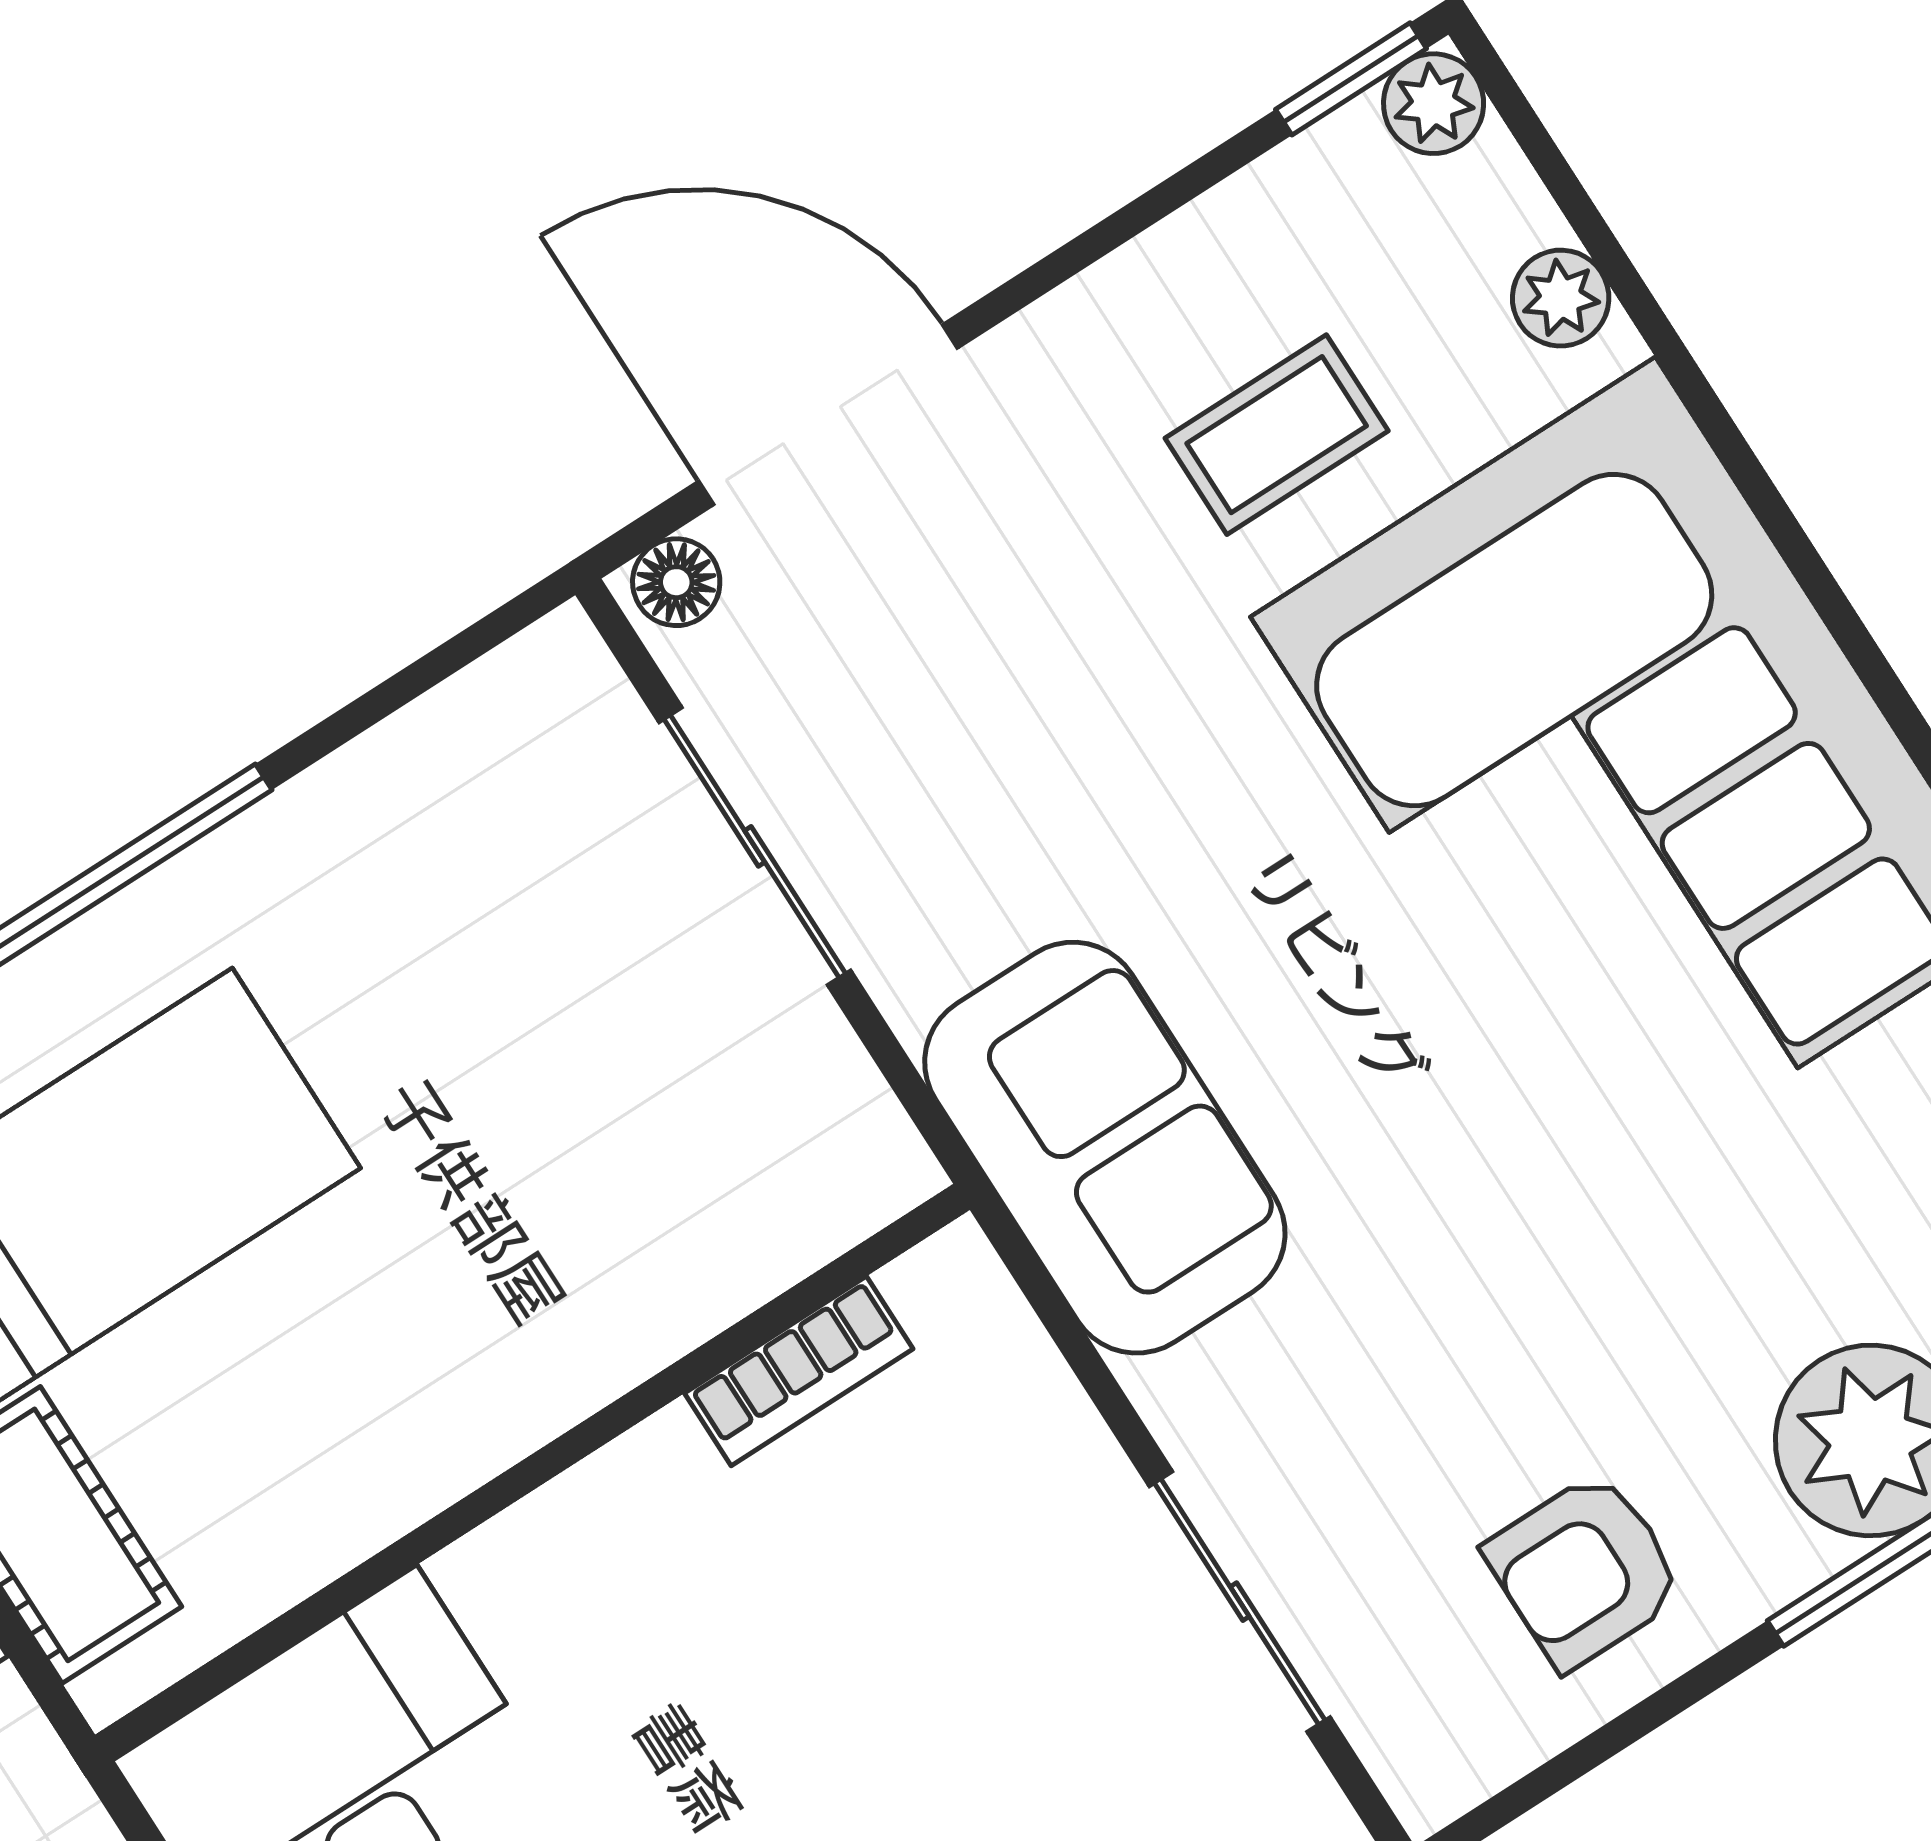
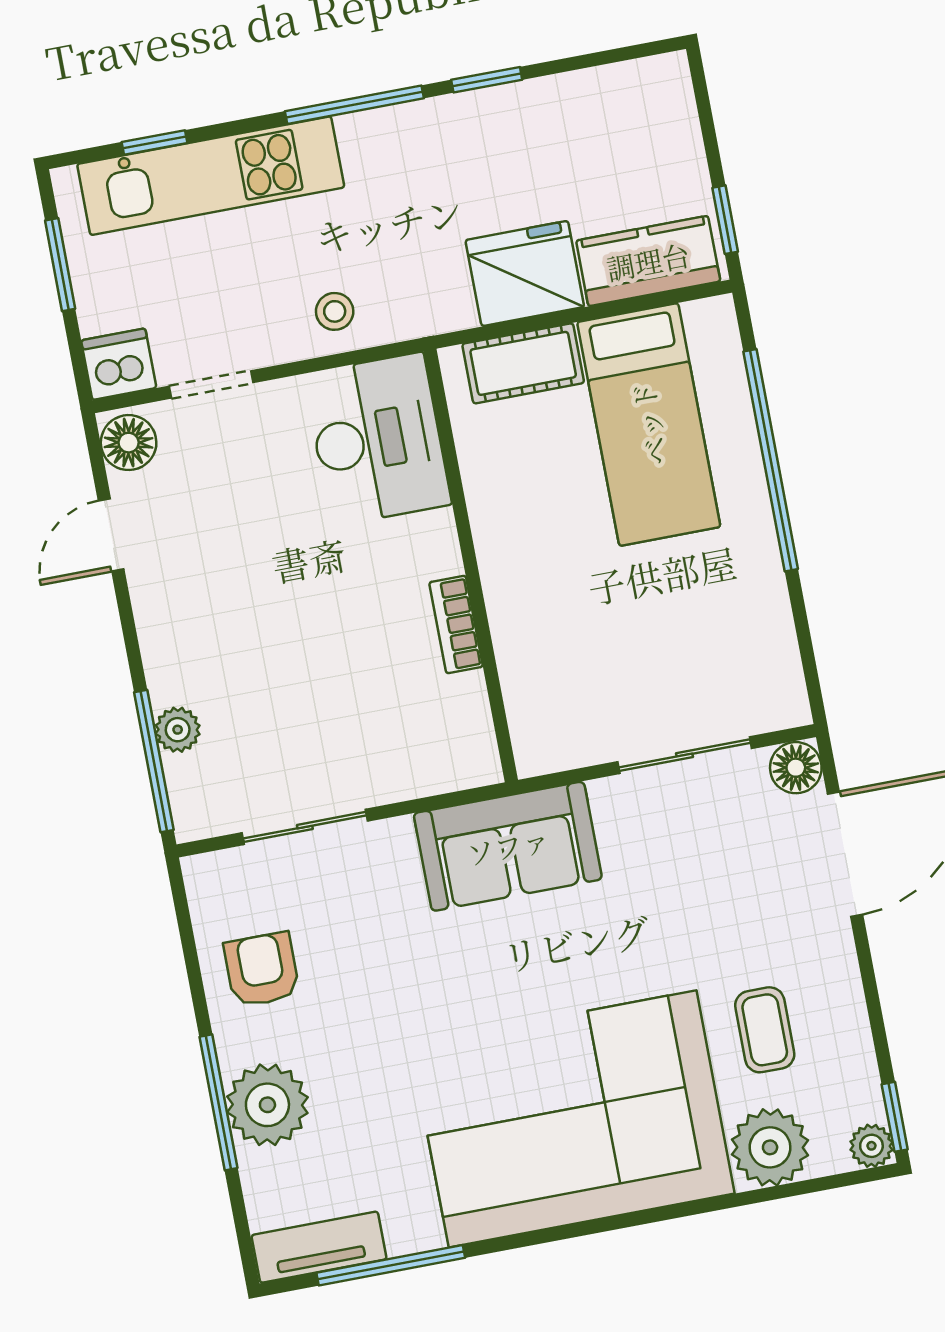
plant: (1561, 298) -> (770, 1147), width x1.88, depth x1.88
floor lamp: (676, 582) -> (796, 768), width x1.37, depth x1.37
bookcase: (799, 1371) -> (456, 625), moved

